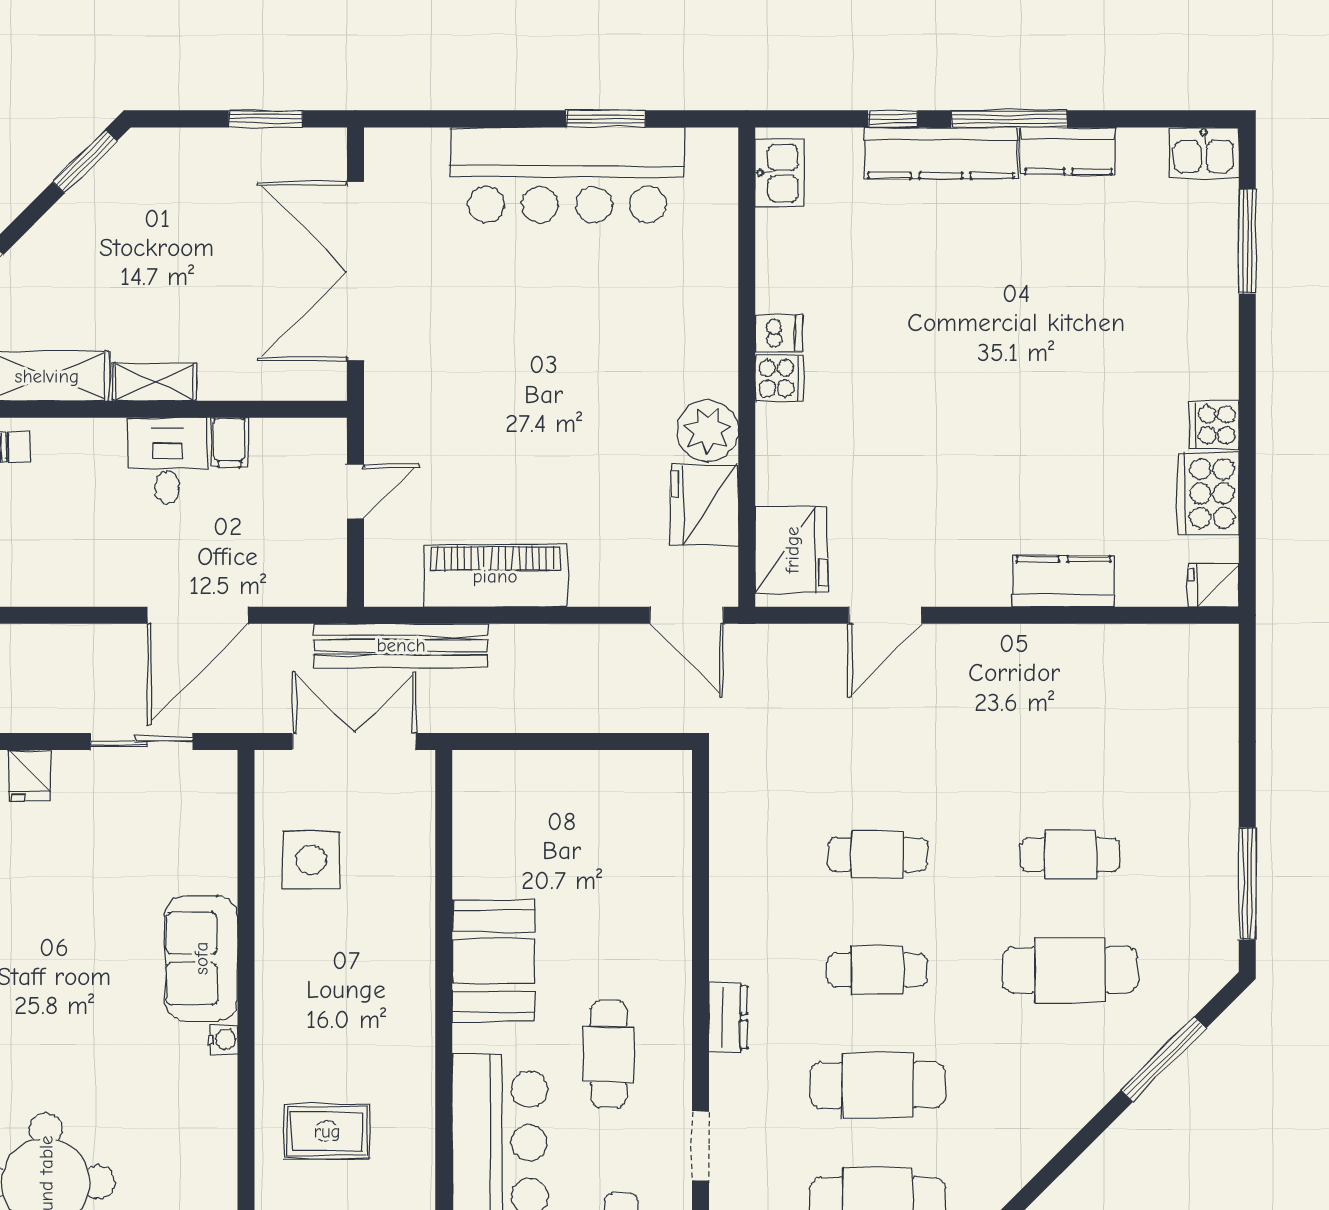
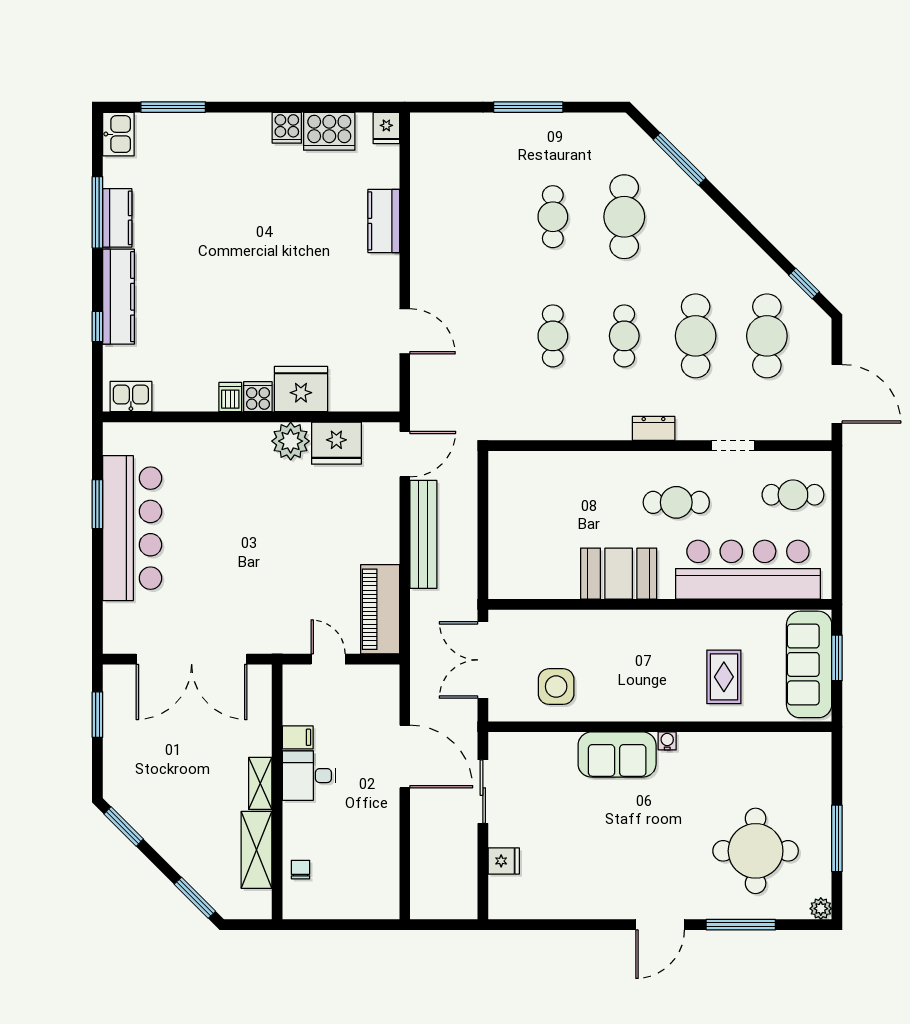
window: (1009, 119) -> (97, 212), moved
fridge: (792, 550) -> (301, 389), moved
piano: (495, 576) -> (380, 609), moved
bench: (401, 645) -> (423, 534), moved
window: (1247, 884) -> (528, 107), moved

